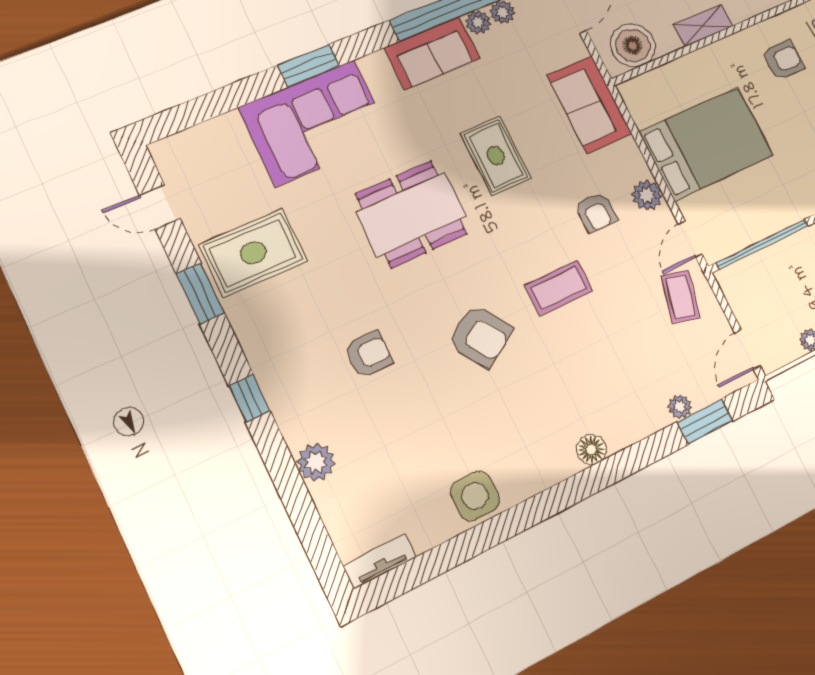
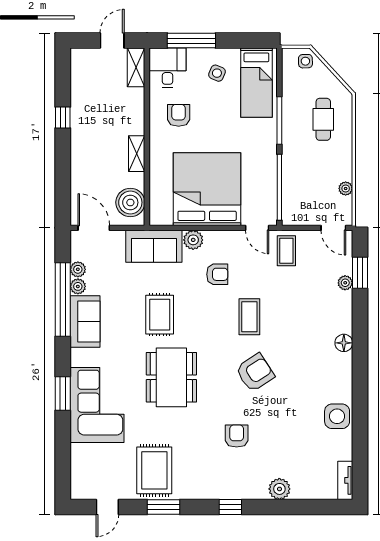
bed: (706, 144) -> (207, 189), width x1.36
rug: (496, 156) -> (160, 315), turned 90
plant: (647, 195) -> (193, 240), moved
coffee table: (680, 297) -> (286, 251), turned 76

